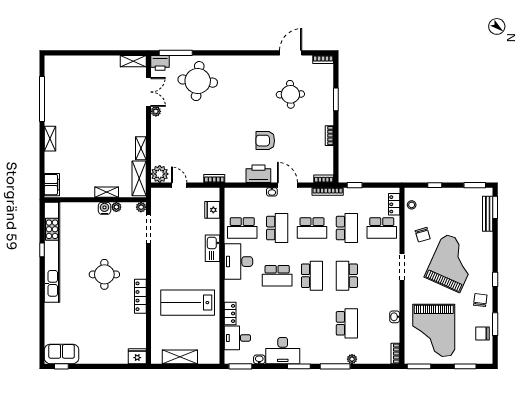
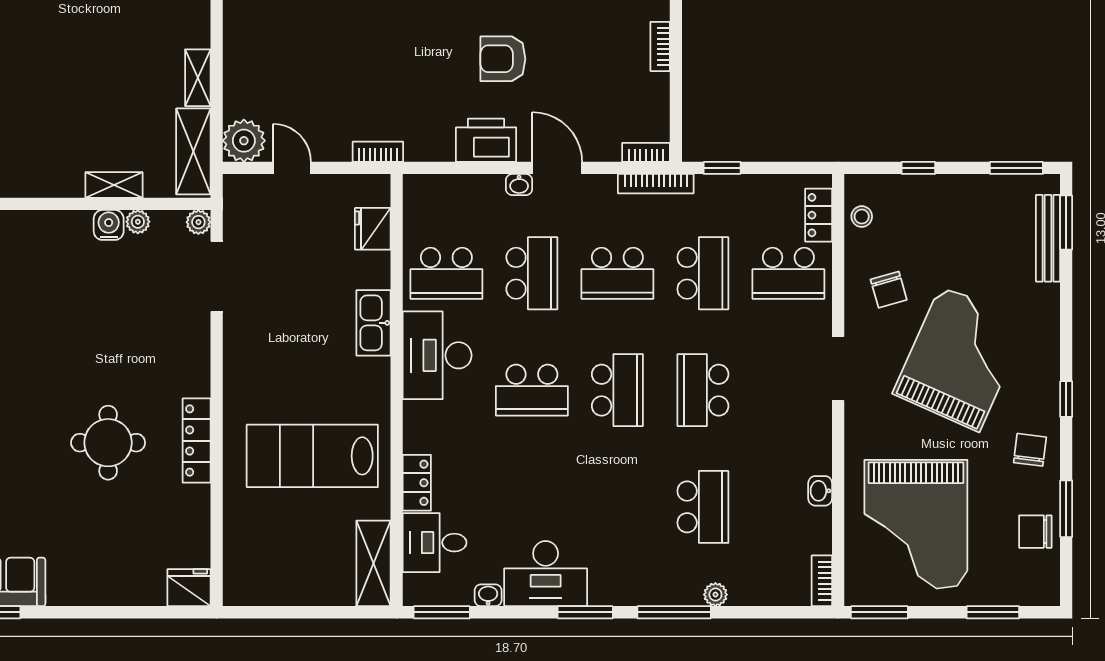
round table: (104, 274) -> (108, 443), moved
shelving: (180, 357) -> (374, 563), moved, turned 90

